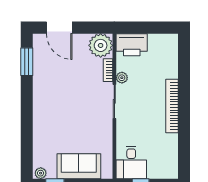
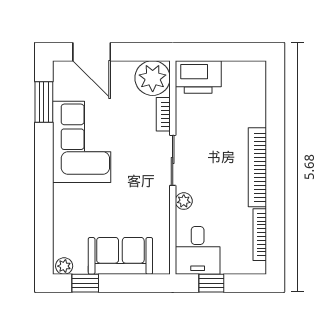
plant: (122, 78) -> (184, 201), moved
corner sofa: (52, 89) -> (82, 142), added
bookcase: (173, 152) -> (260, 235), added

